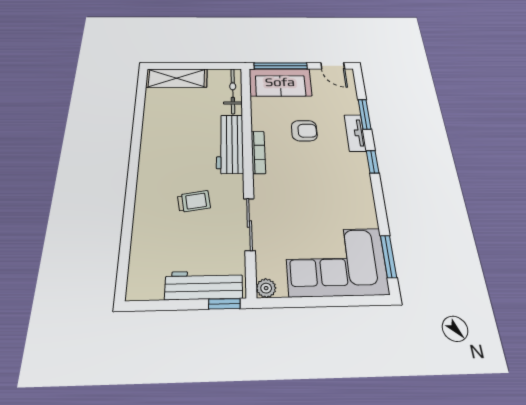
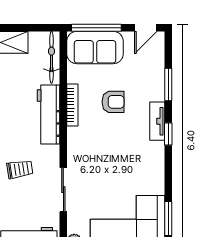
door: (333, 66) -> (146, 28), hinge flipped
tv unit: (355, 133) -> (157, 121), moved
bookcase: (258, 152) -> (72, 105), moved

